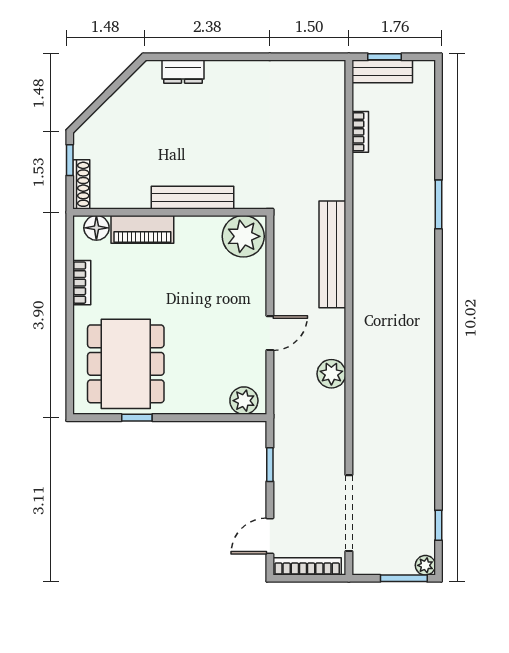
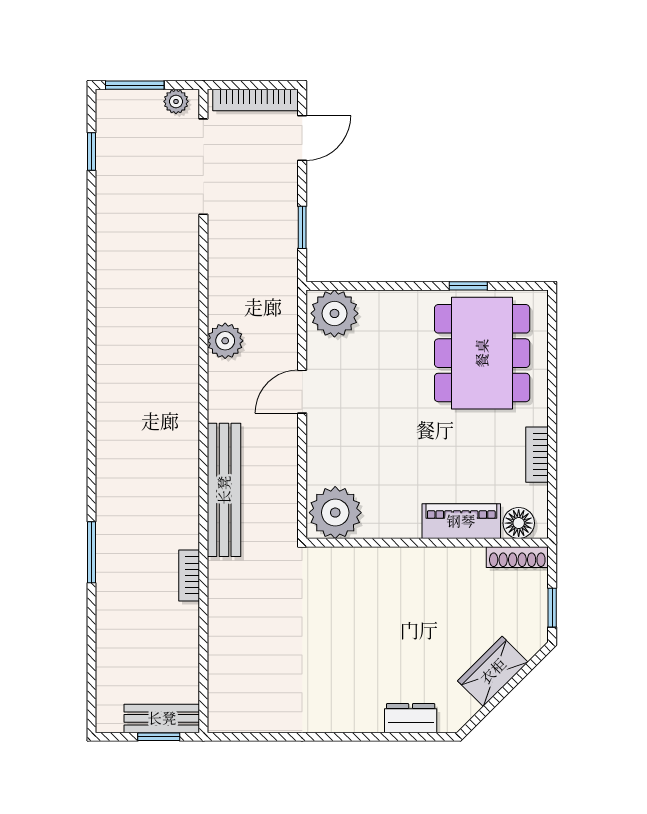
wardrobe: (117, 109) -> (493, 671), added
bookcase: (360, 132) -> (189, 575), moved
shoe rack: (81, 184) -> (517, 557), moved, turned -90
bench: (193, 198) -> (399, 561), removed
plant: (244, 401) -> (334, 313), width x1.36, depth x1.36
plant: (425, 565) -> (176, 101), moved

